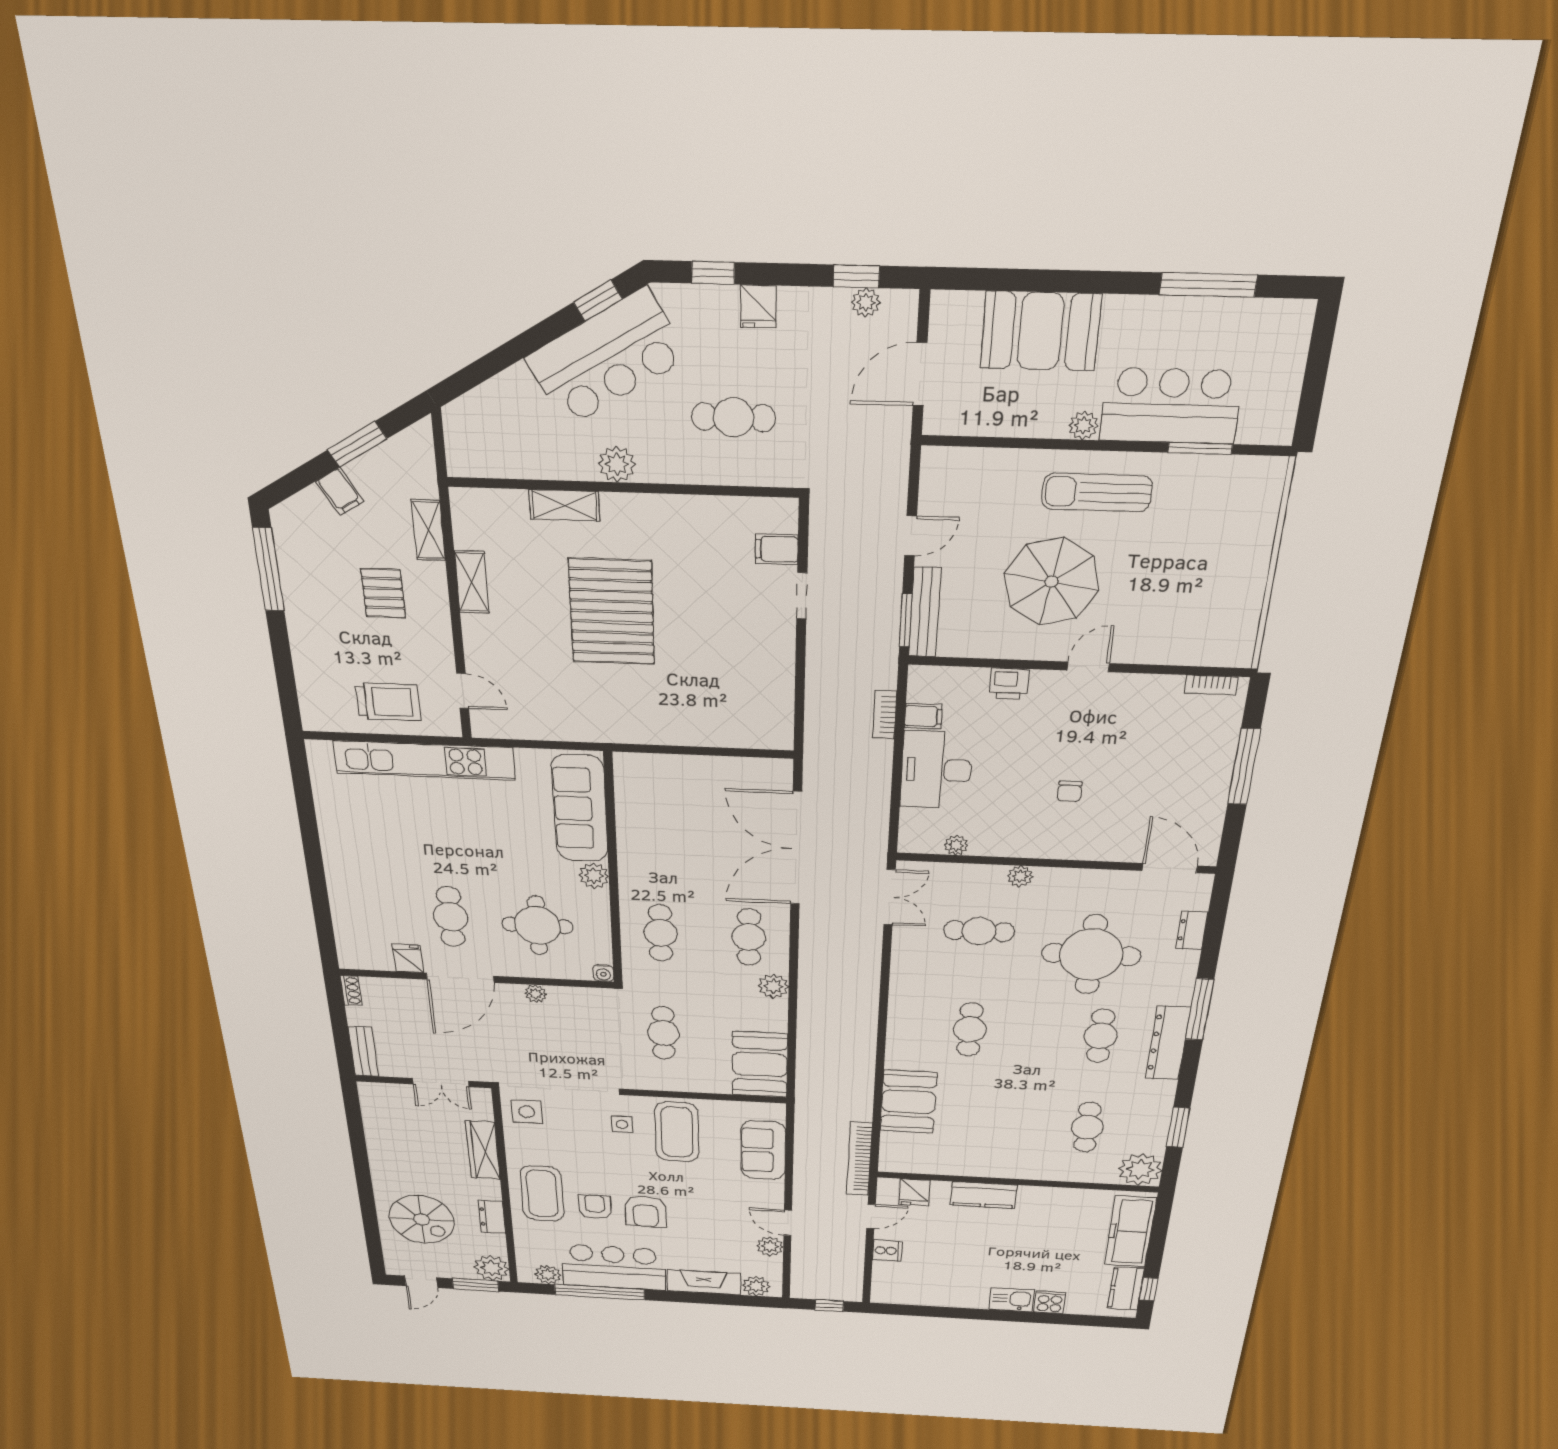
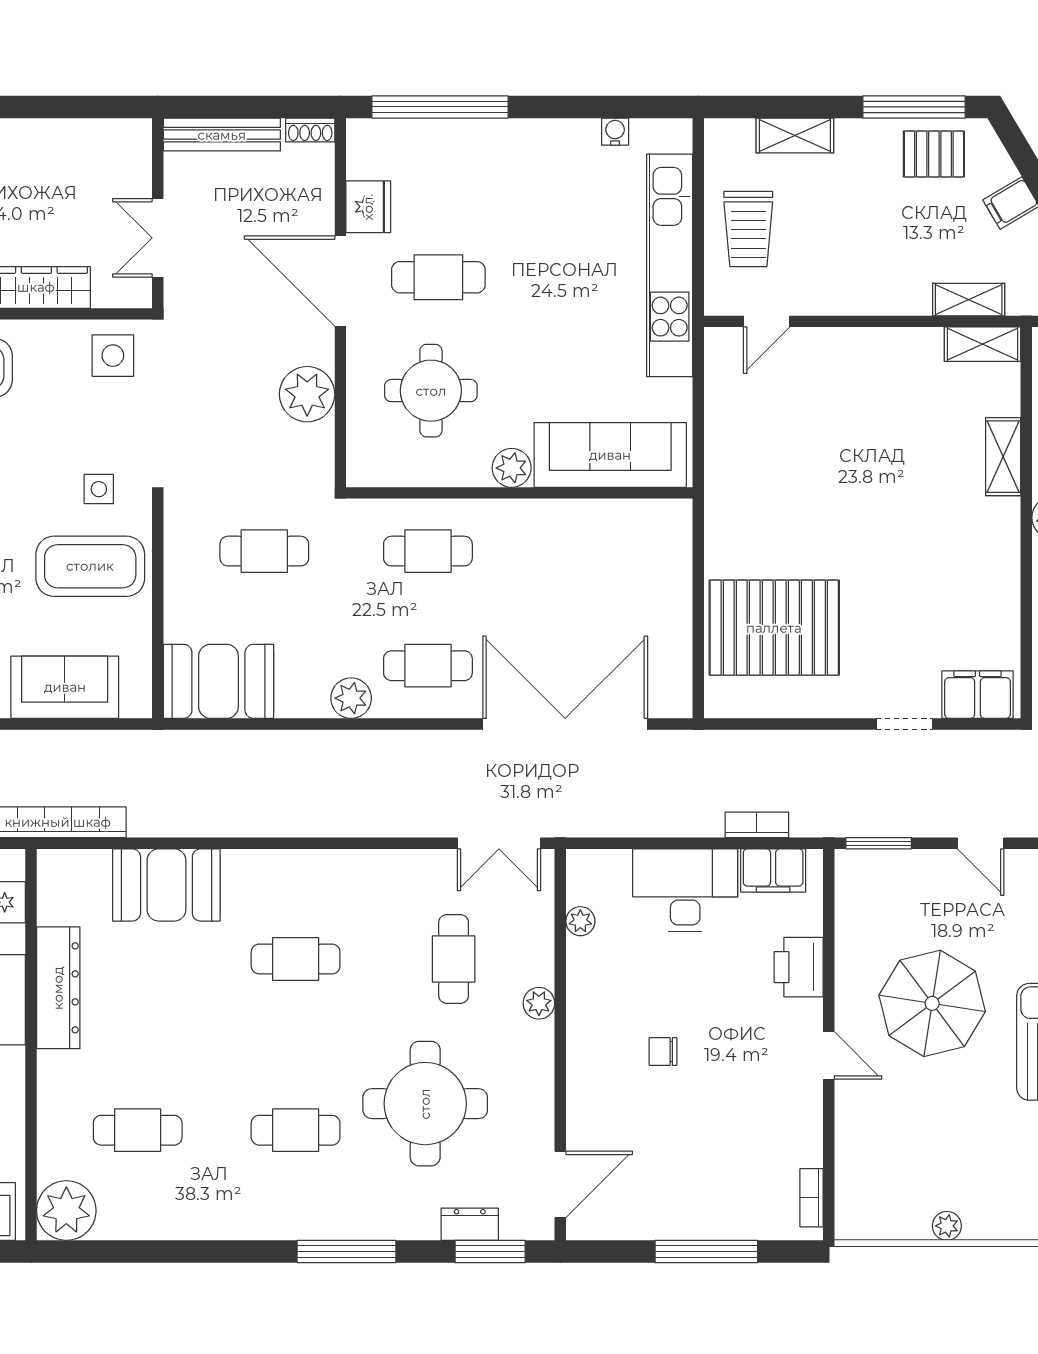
filing cabinet: (777, 549) -> (978, 695), width x2.00
plant: (1255, 576) -> (947, 1226), added
shelving: (472, 582) -> (983, 344), moved
pallet: (383, 593) -> (934, 154), moved
pallet: (612, 612) -> (774, 628), moved
bench: (925, 612) -> (889, 864), removed
shelving: (307, 664) -> (795, 136), added
printer: (1009, 684) -> (799, 967), width x1.36, depth x1.24
filing cabinet: (923, 716) -> (773, 870), width x2.00
window: (322, 910) -> (440, 107), added
fridge: (408, 958) -> (368, 207), width x1.38
water cooler: (603, 973) -> (615, 132), moved, turned 90
plant: (536, 994) -> (307, 394), width x1.88, depth x1.88
dresser: (1168, 1043) -> (58, 988), moved, turned 90
bench: (363, 1051) -> (222, 135), width x1.36
window: (1178, 1127) -> (490, 1252), moved

